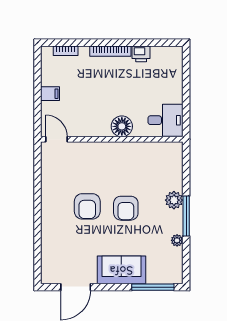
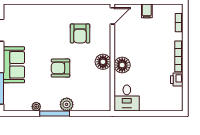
floor lamp: (117, 152) -> (103, 62), added
armchair: (87, 206) -> (80, 33), moved, turned -90

